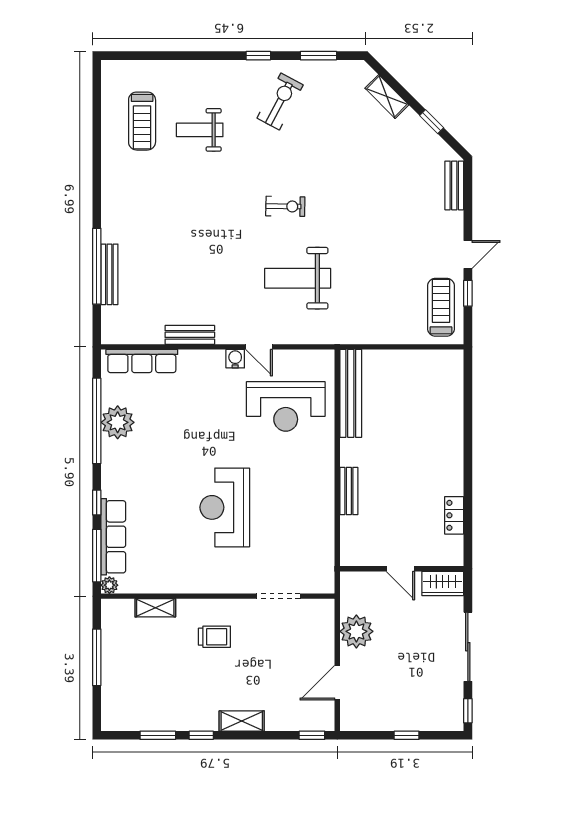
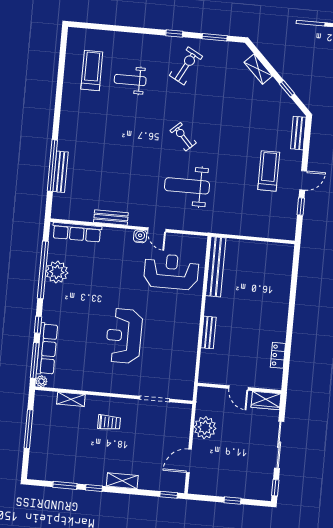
treadmill: (142, 121) -> (92, 71), turned 180
exercise bike: (285, 206) -> (183, 137), turned -134
treadmill: (441, 307) -> (269, 171), moved
reception desk: (286, 406) -> (171, 272), turned 180

